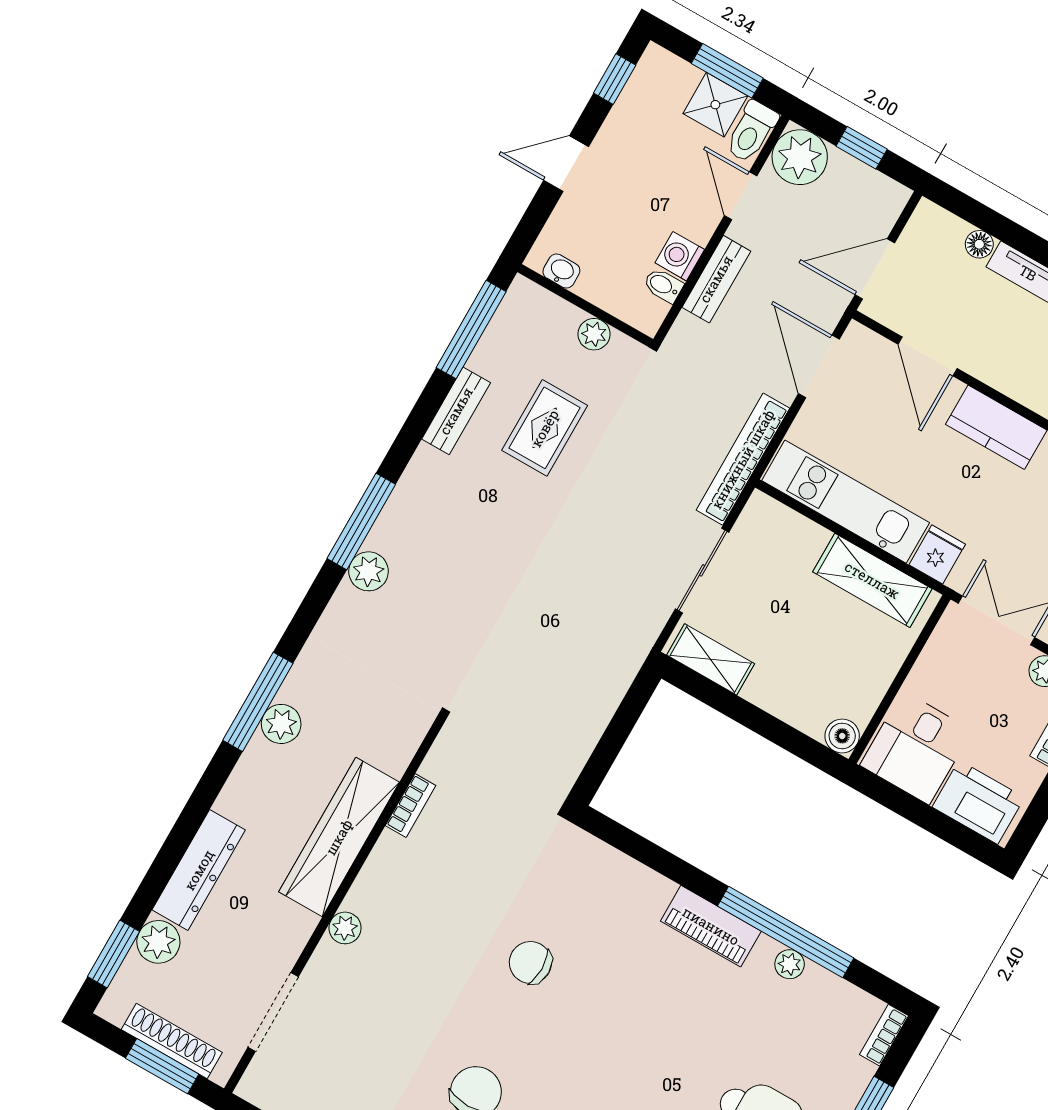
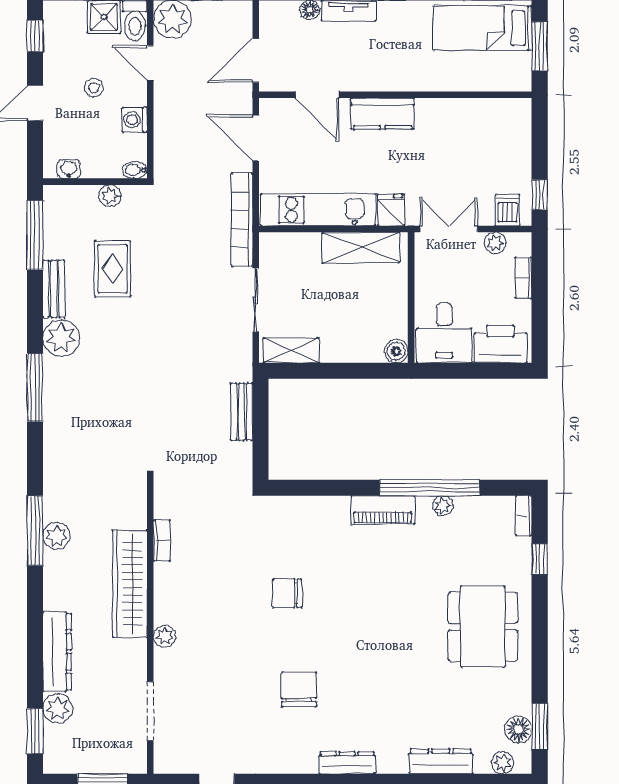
stool: (651, 186) -> (94, 88), added
bench: (716, 279) -> (242, 412), moved
bidet: (663, 285) -> (135, 170), moved
plant: (368, 571) -> (61, 338), moved, width x1.36, depth x1.36
shoe rack: (172, 1041) -> (100, 763), removed

